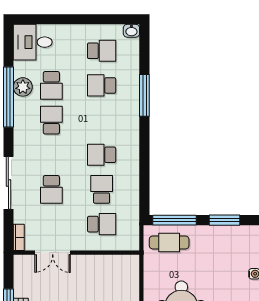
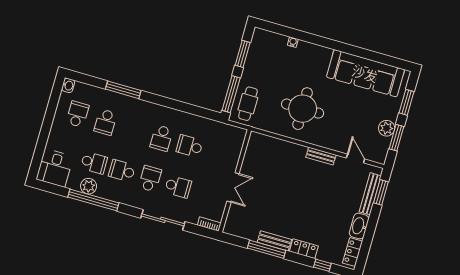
school desk: (102, 224) -> (150, 179), moved
double door: (53, 253) -> (233, 187), moved

